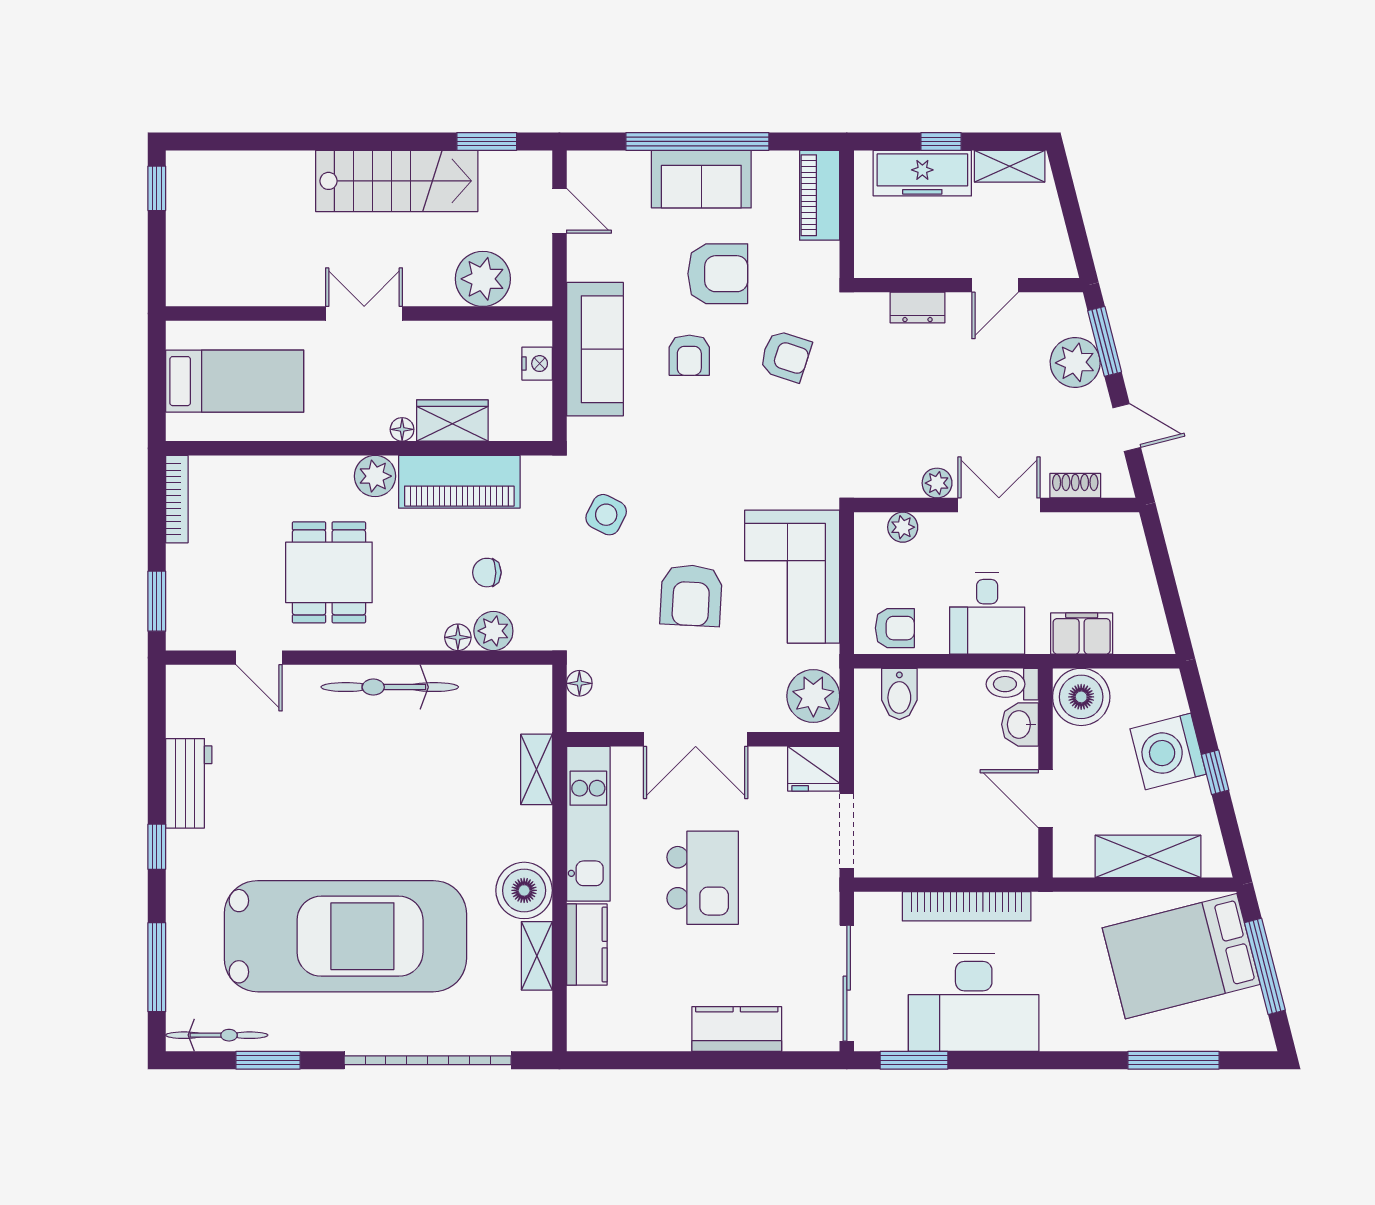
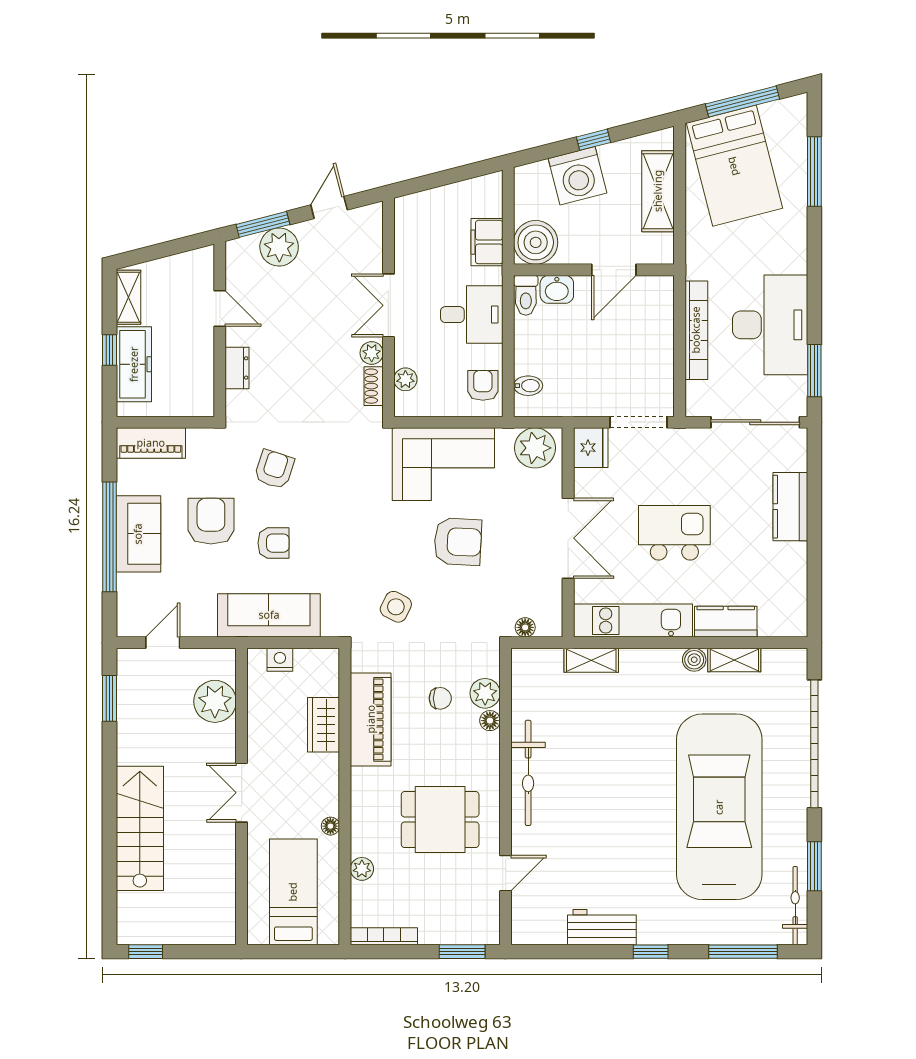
stairs: (397, 181) -> (140, 828), moved
floor lamp: (402, 429) -> (330, 826), moved
plant: (375, 476) -> (362, 869), moved, width x0.73, depth x0.73
shoe rack: (1075, 486) -> (374, 386), moved
chair: (487, 573) -> (440, 698), turned -90
bidet: (899, 694) -> (528, 386), width x0.72, depth x0.74
boiler: (524, 890) -> (694, 660), width x0.54, depth x0.54

